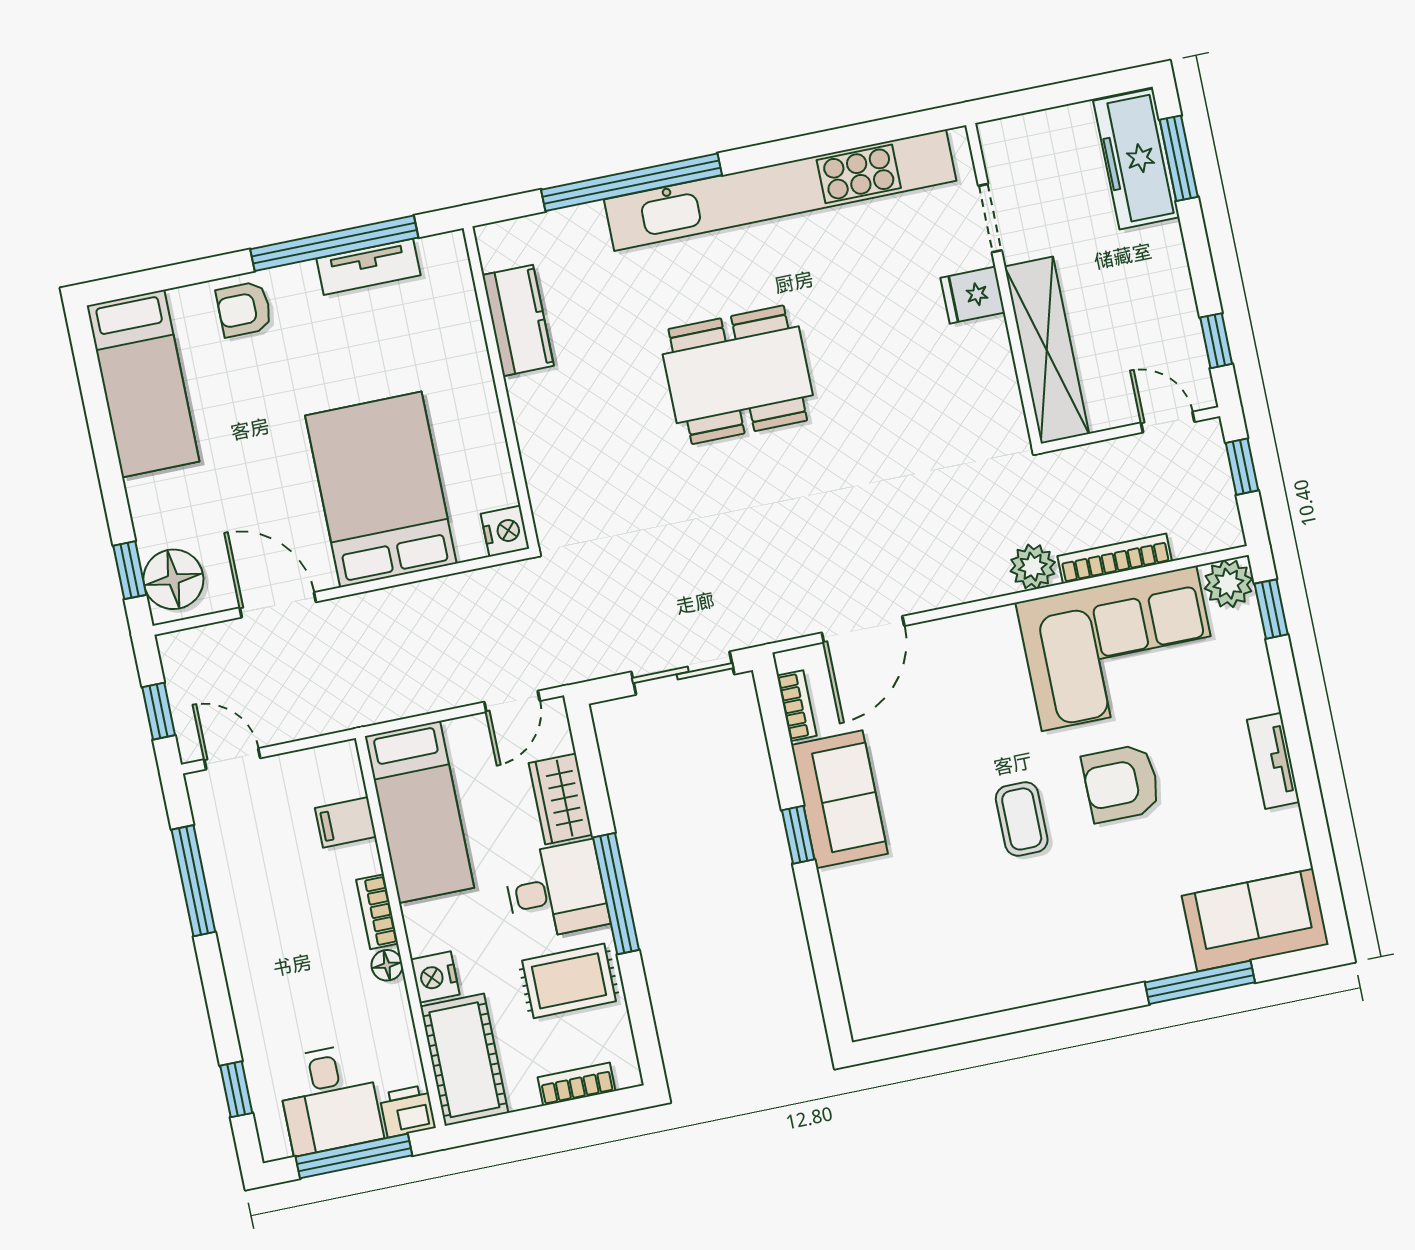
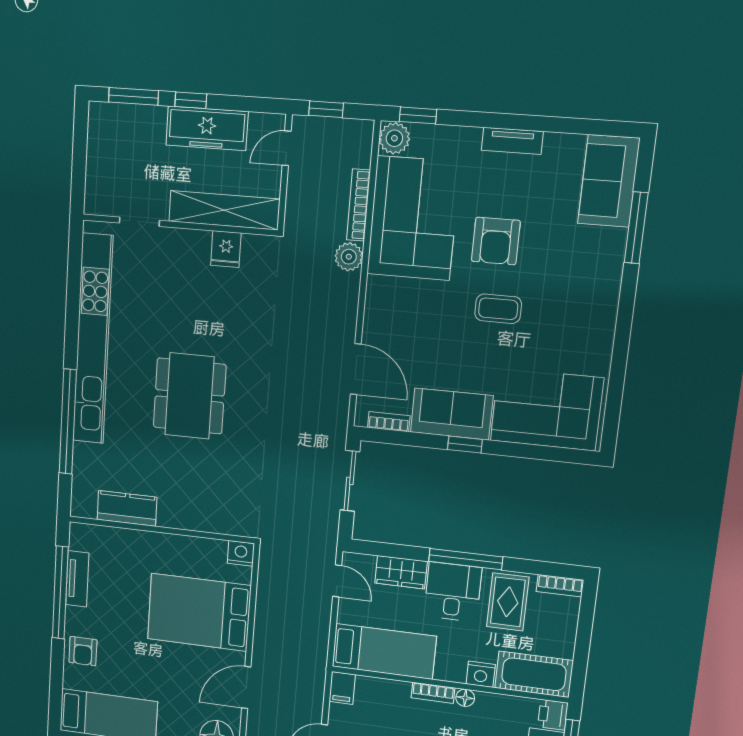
freezer: (1136, 159) -> (207, 128), moved
fridge: (973, 295) -> (226, 249), moved
window: (1216, 341) -> (191, 100), moved
filing cabinet: (346, 822) -> (342, 688), moved
corner sofa: (892, 941) -> (547, 409), added
bookcase: (577, 1084) -> (560, 586), moved, turned -90

